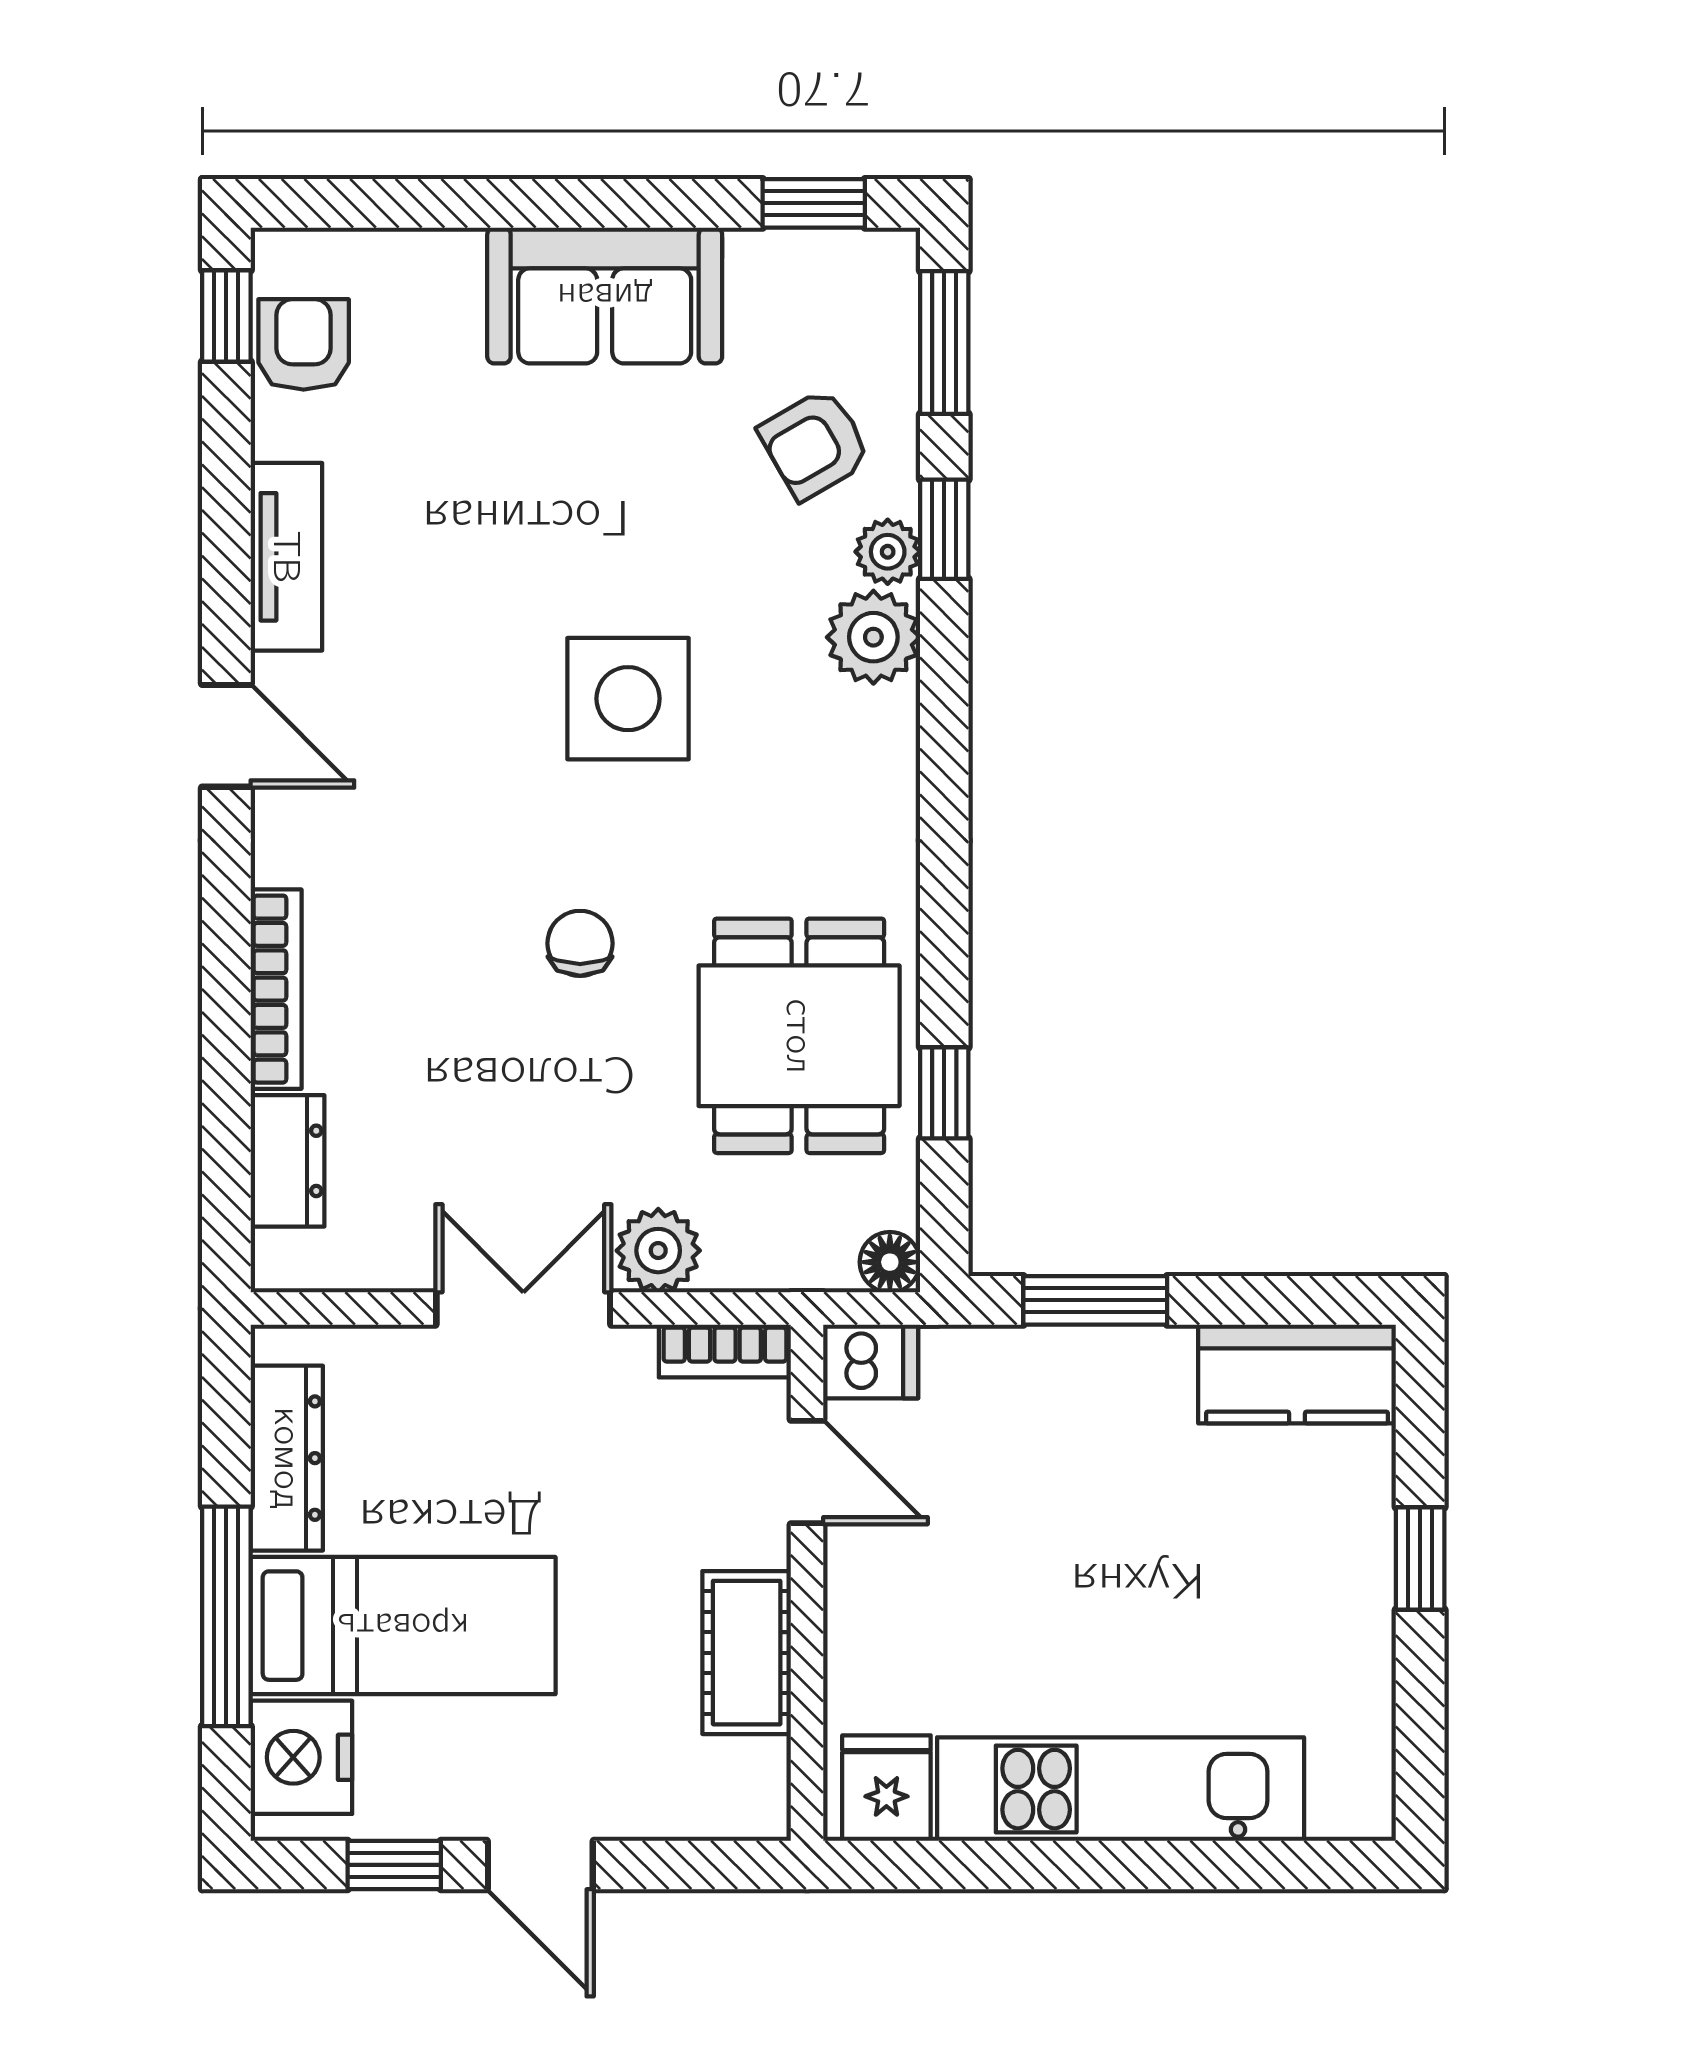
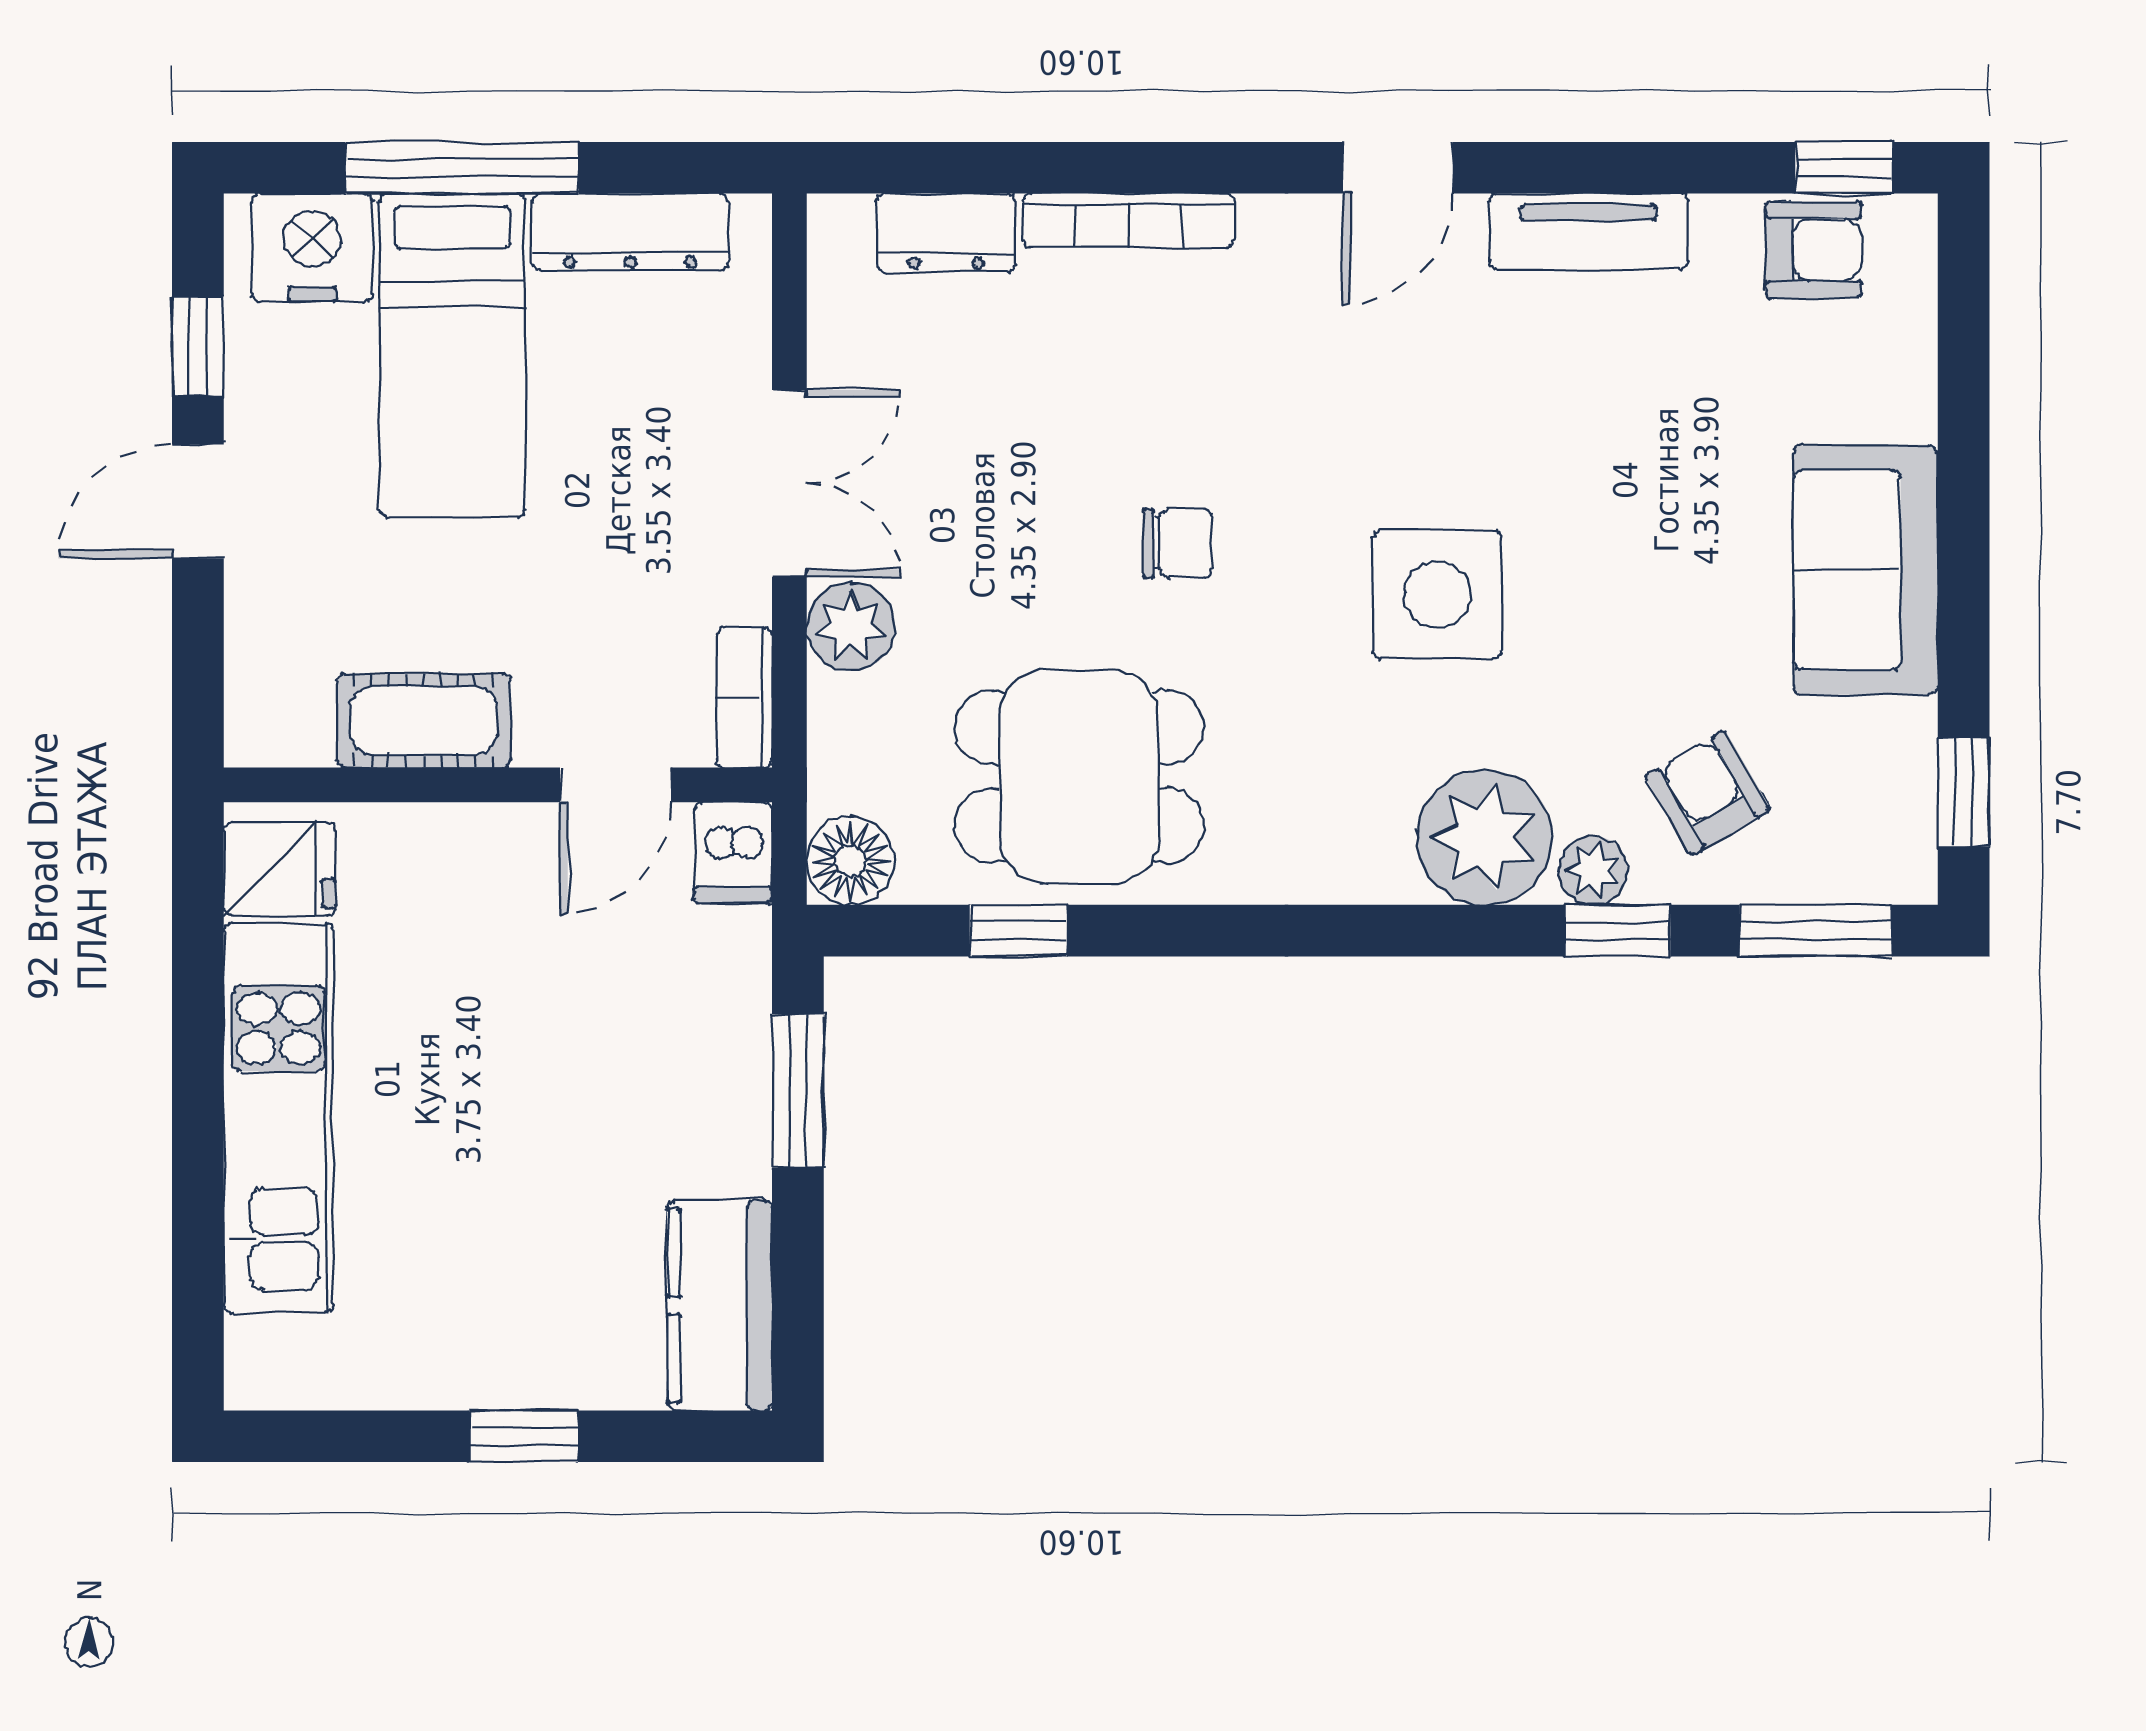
plant: (873, 637) -> (1485, 837), width x1.36, depth x1.36
floor lamp: (890, 1262) -> (850, 861), width x1.37, depth x1.37

